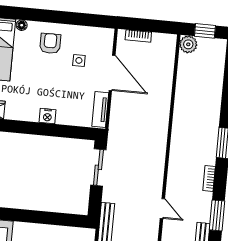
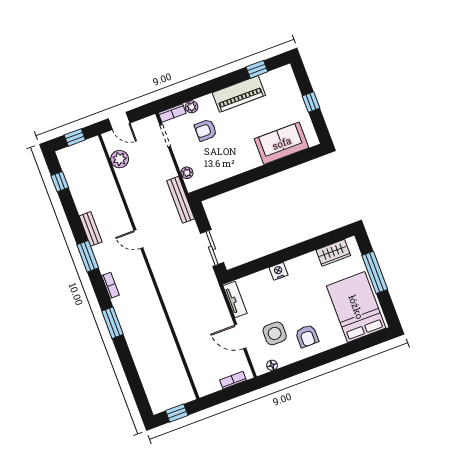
floor lamp: (22, 25) -> (272, 365), moved
plant: (188, 44) -> (186, 394), removed
side table: (79, 60) -> (275, 333), width x1.87, depth x1.87
door: (112, 73) -> (240, 337), width x0.73

